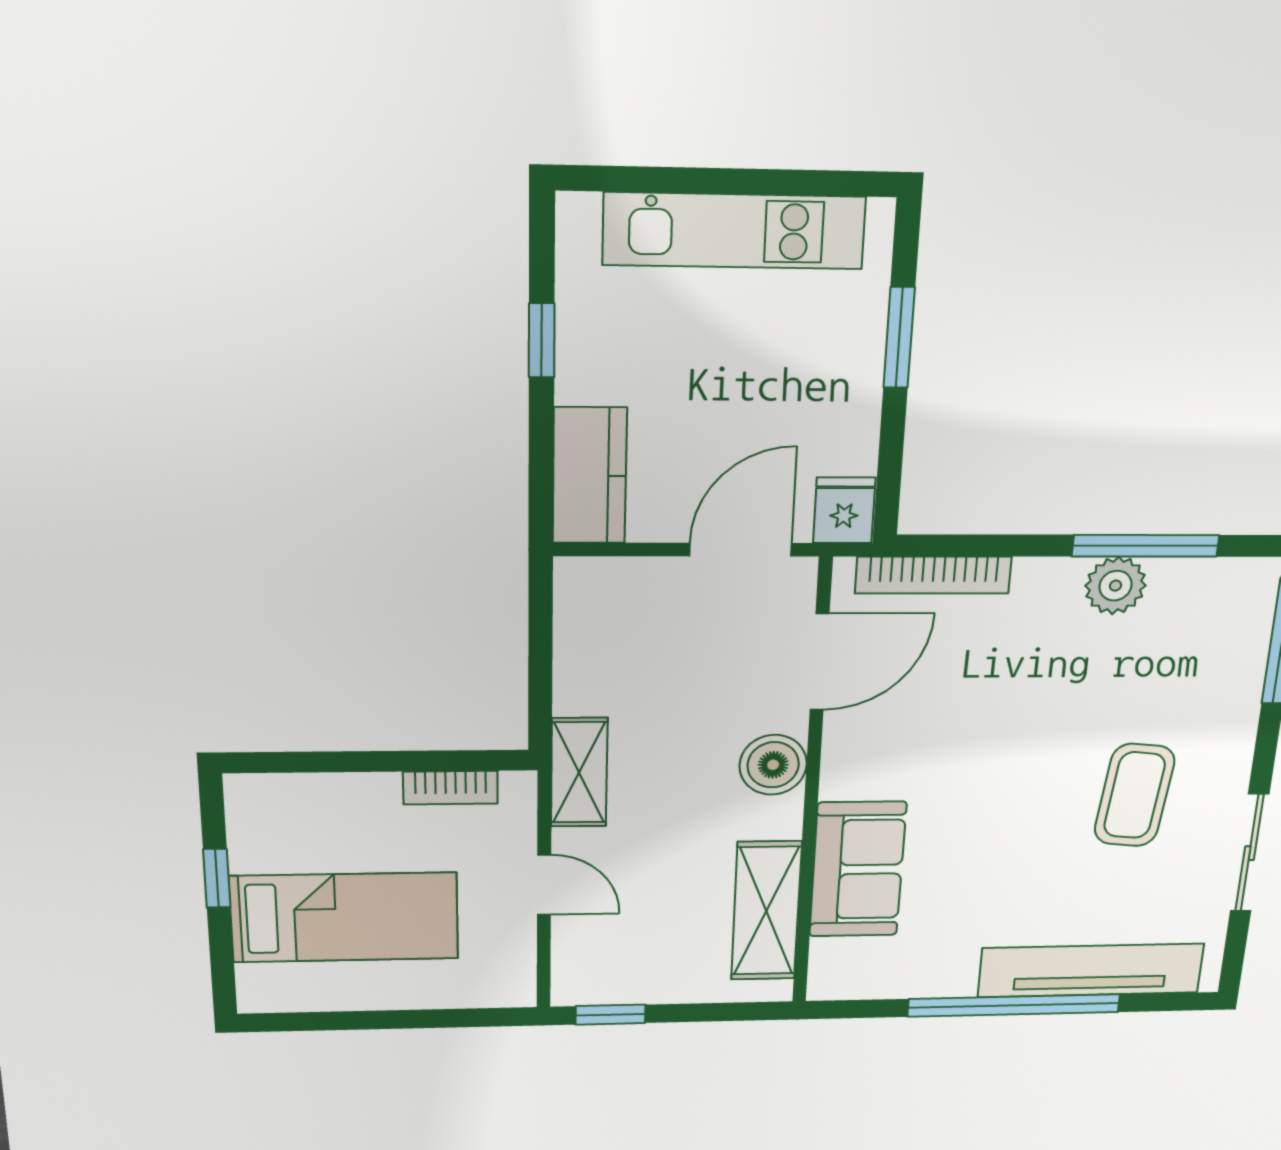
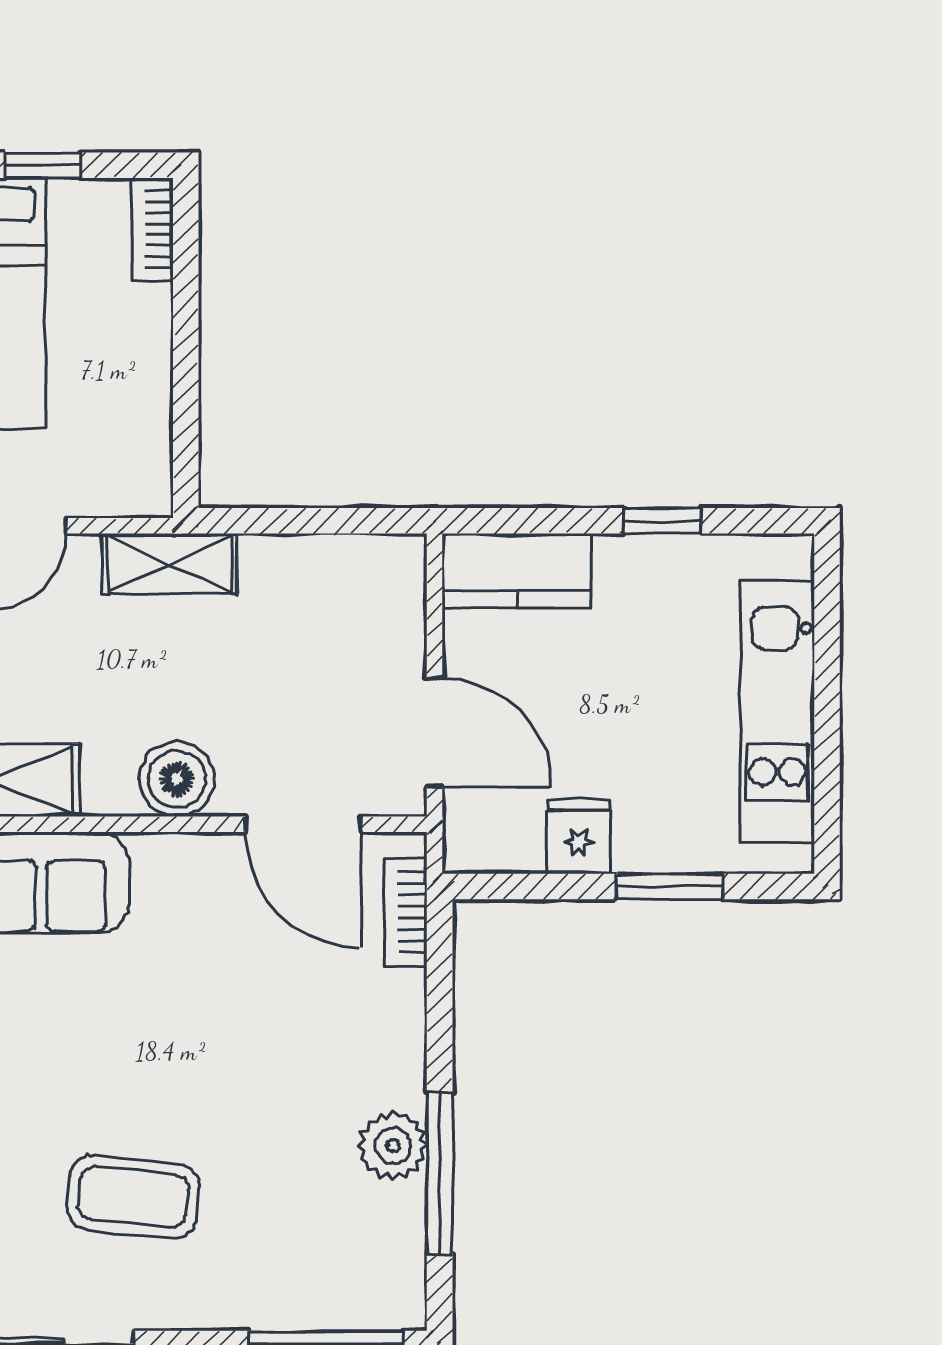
fridge: (844, 510) -> (579, 836), moved, turned -90
bookcase: (933, 575) -> (405, 912), width x0.64
bookcase: (450, 788) -> (153, 229), moved

